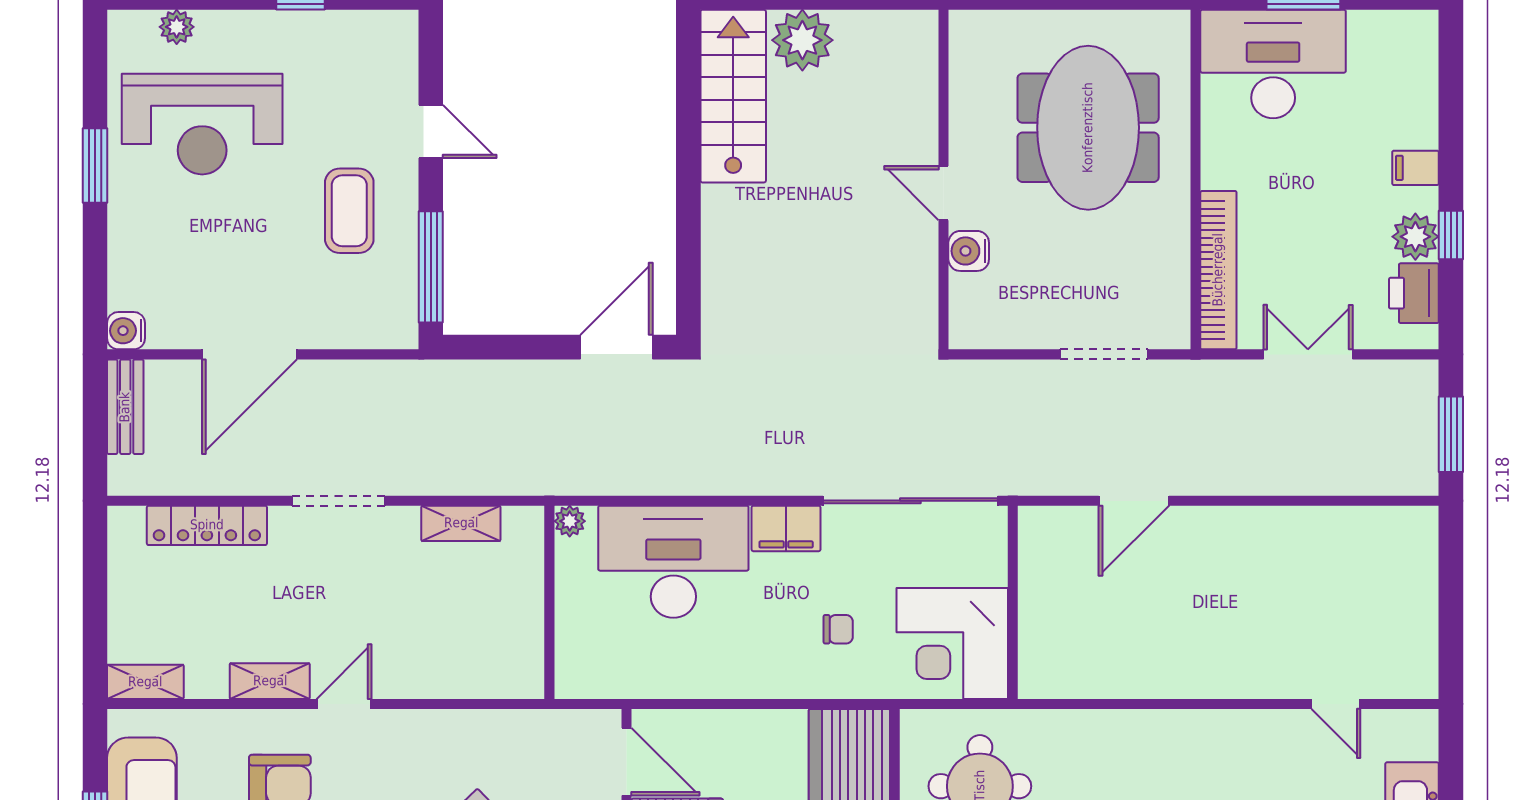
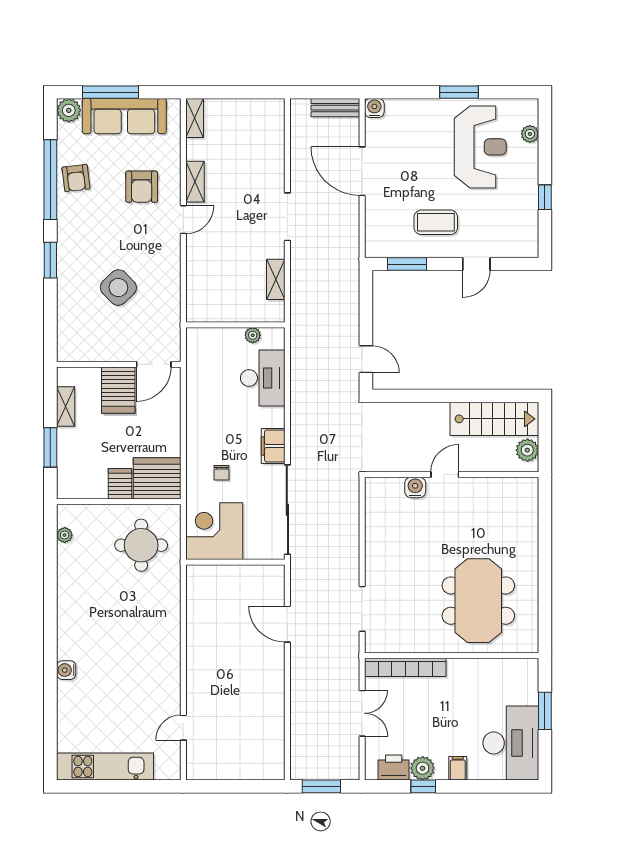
plant: (802, 40) -> (527, 450), width x0.73, depth x0.73
desk: (1273, 64) -> (511, 743), moved
reception desk: (202, 124) -> (480, 147), turned 180
meeting table: (1088, 128) -> (478, 601), turned 90
wall: (944, 180) -> (452, 475), moved
door: (944, 193) -> (445, 475), moved
water cooler: (969, 251) -> (415, 487), moved
window: (431, 267) -> (407, 264), width x0.69
door: (616, 347) -> (366, 359), width x0.73
plant: (570, 521) -> (253, 335), moved
locker: (207, 525) -> (275, 149), removed
desk: (673, 562) -> (263, 378), width x0.73, depth x0.77
door: (344, 704) -> (183, 220), hinge flipped

